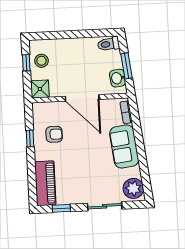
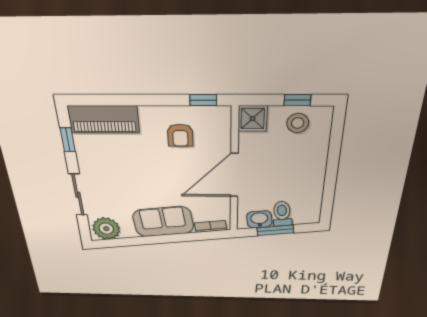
toilet: (108, 44) -> (282, 214), moved
window: (30, 139) -> (203, 100), moved

